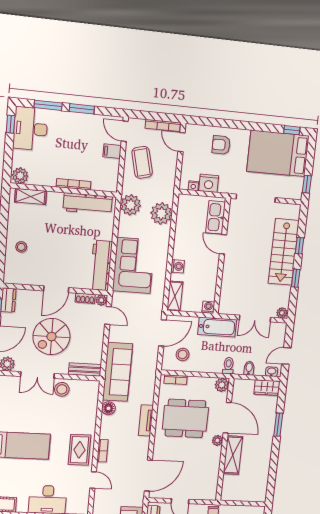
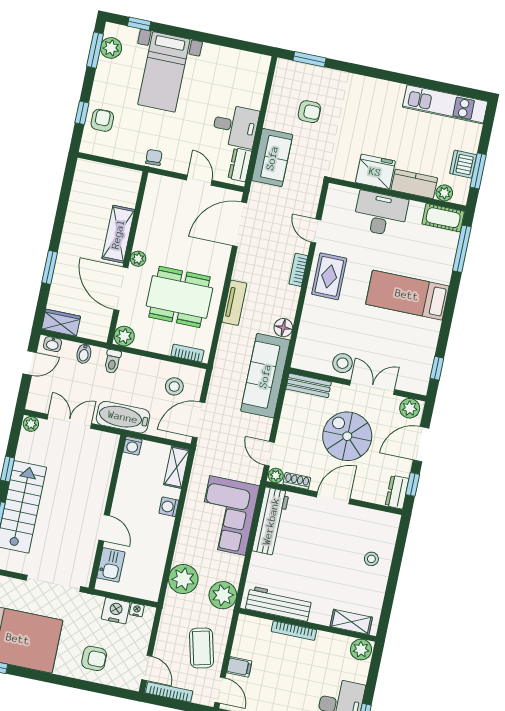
kitchen sink: (216, 217) -> (111, 565), width x0.73
spiral stairs: (51, 337) -> (347, 436), turned -90

